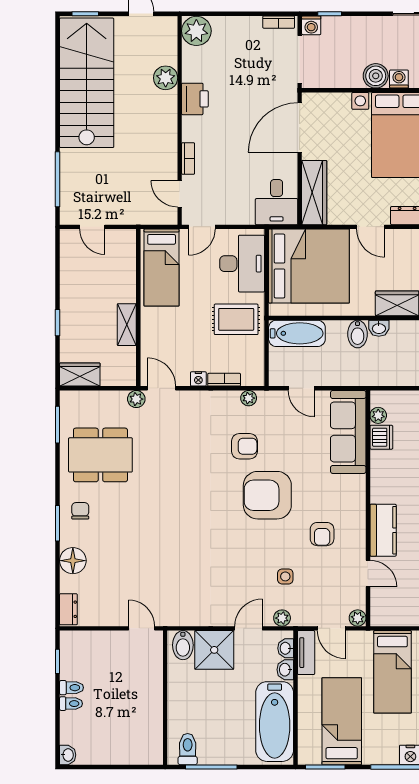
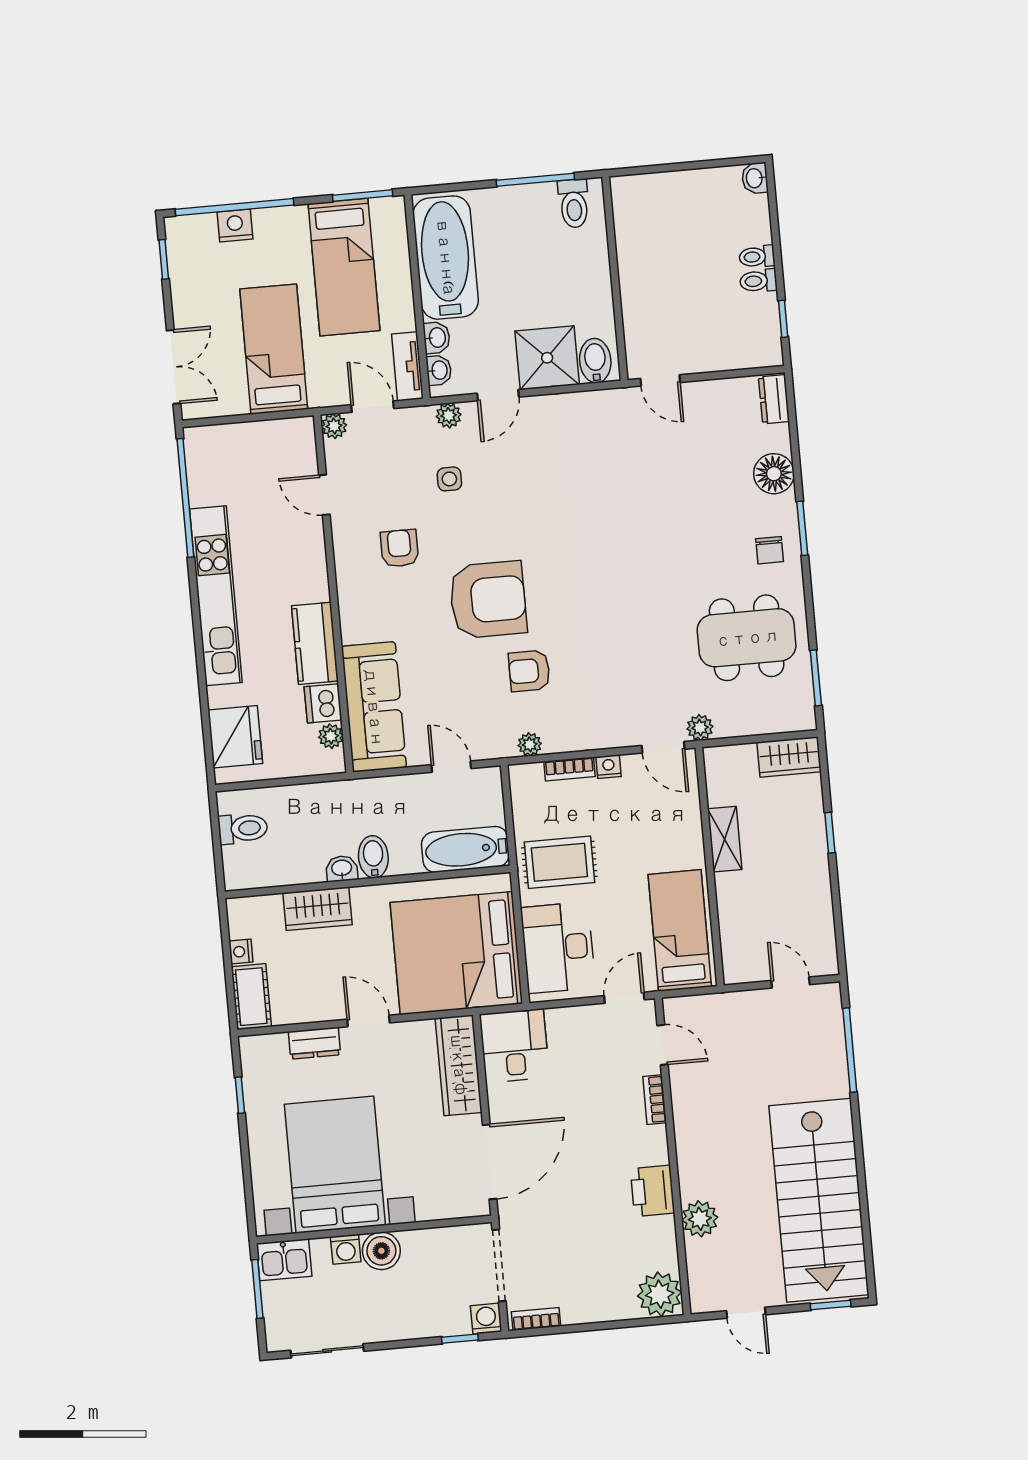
kitchen counter: (383, 530) -> (315, 643), moved

